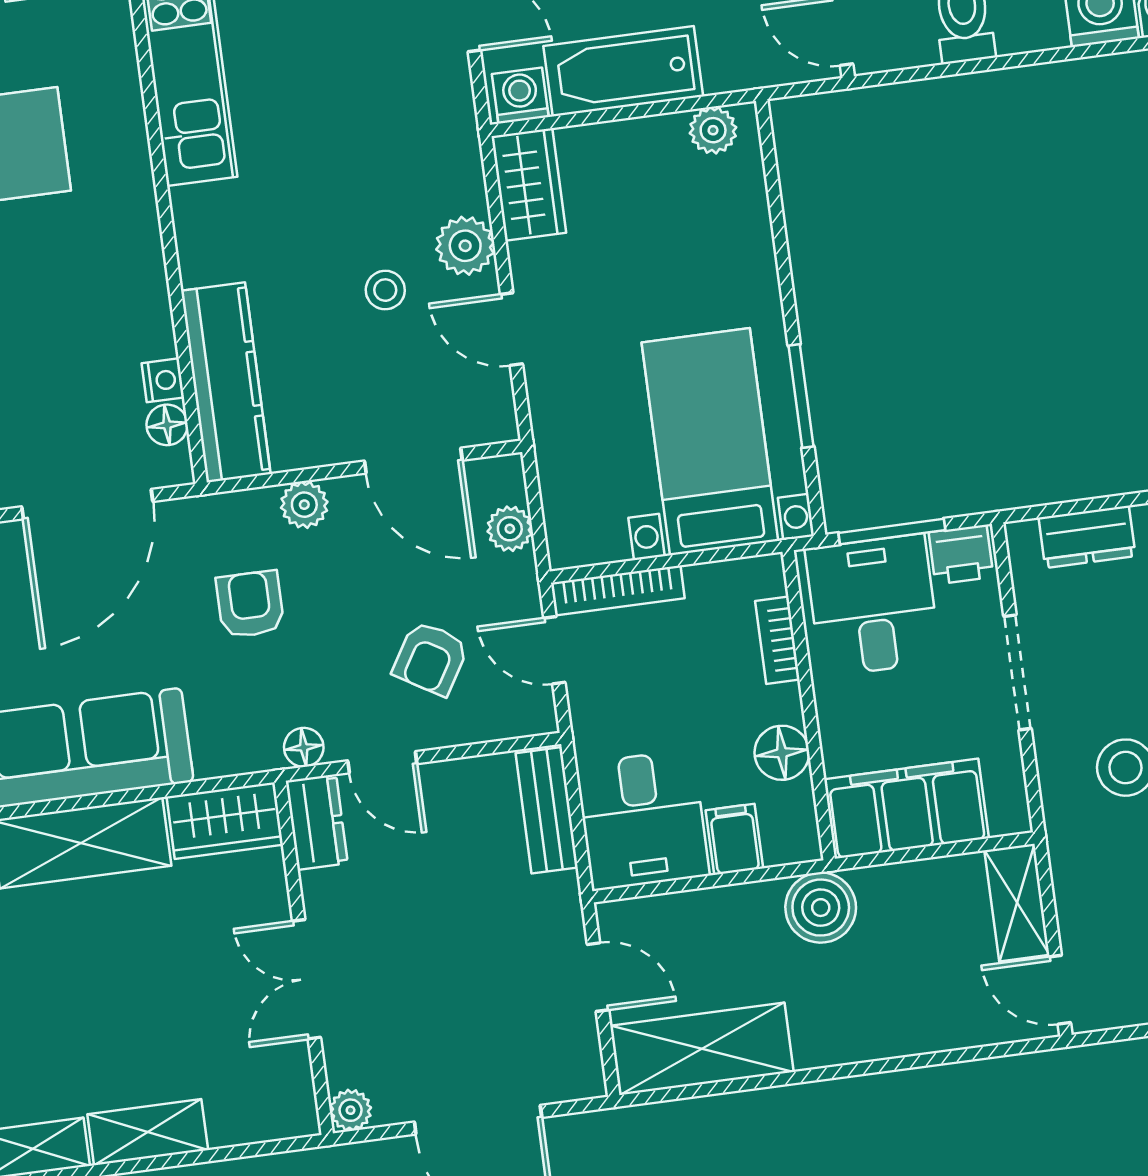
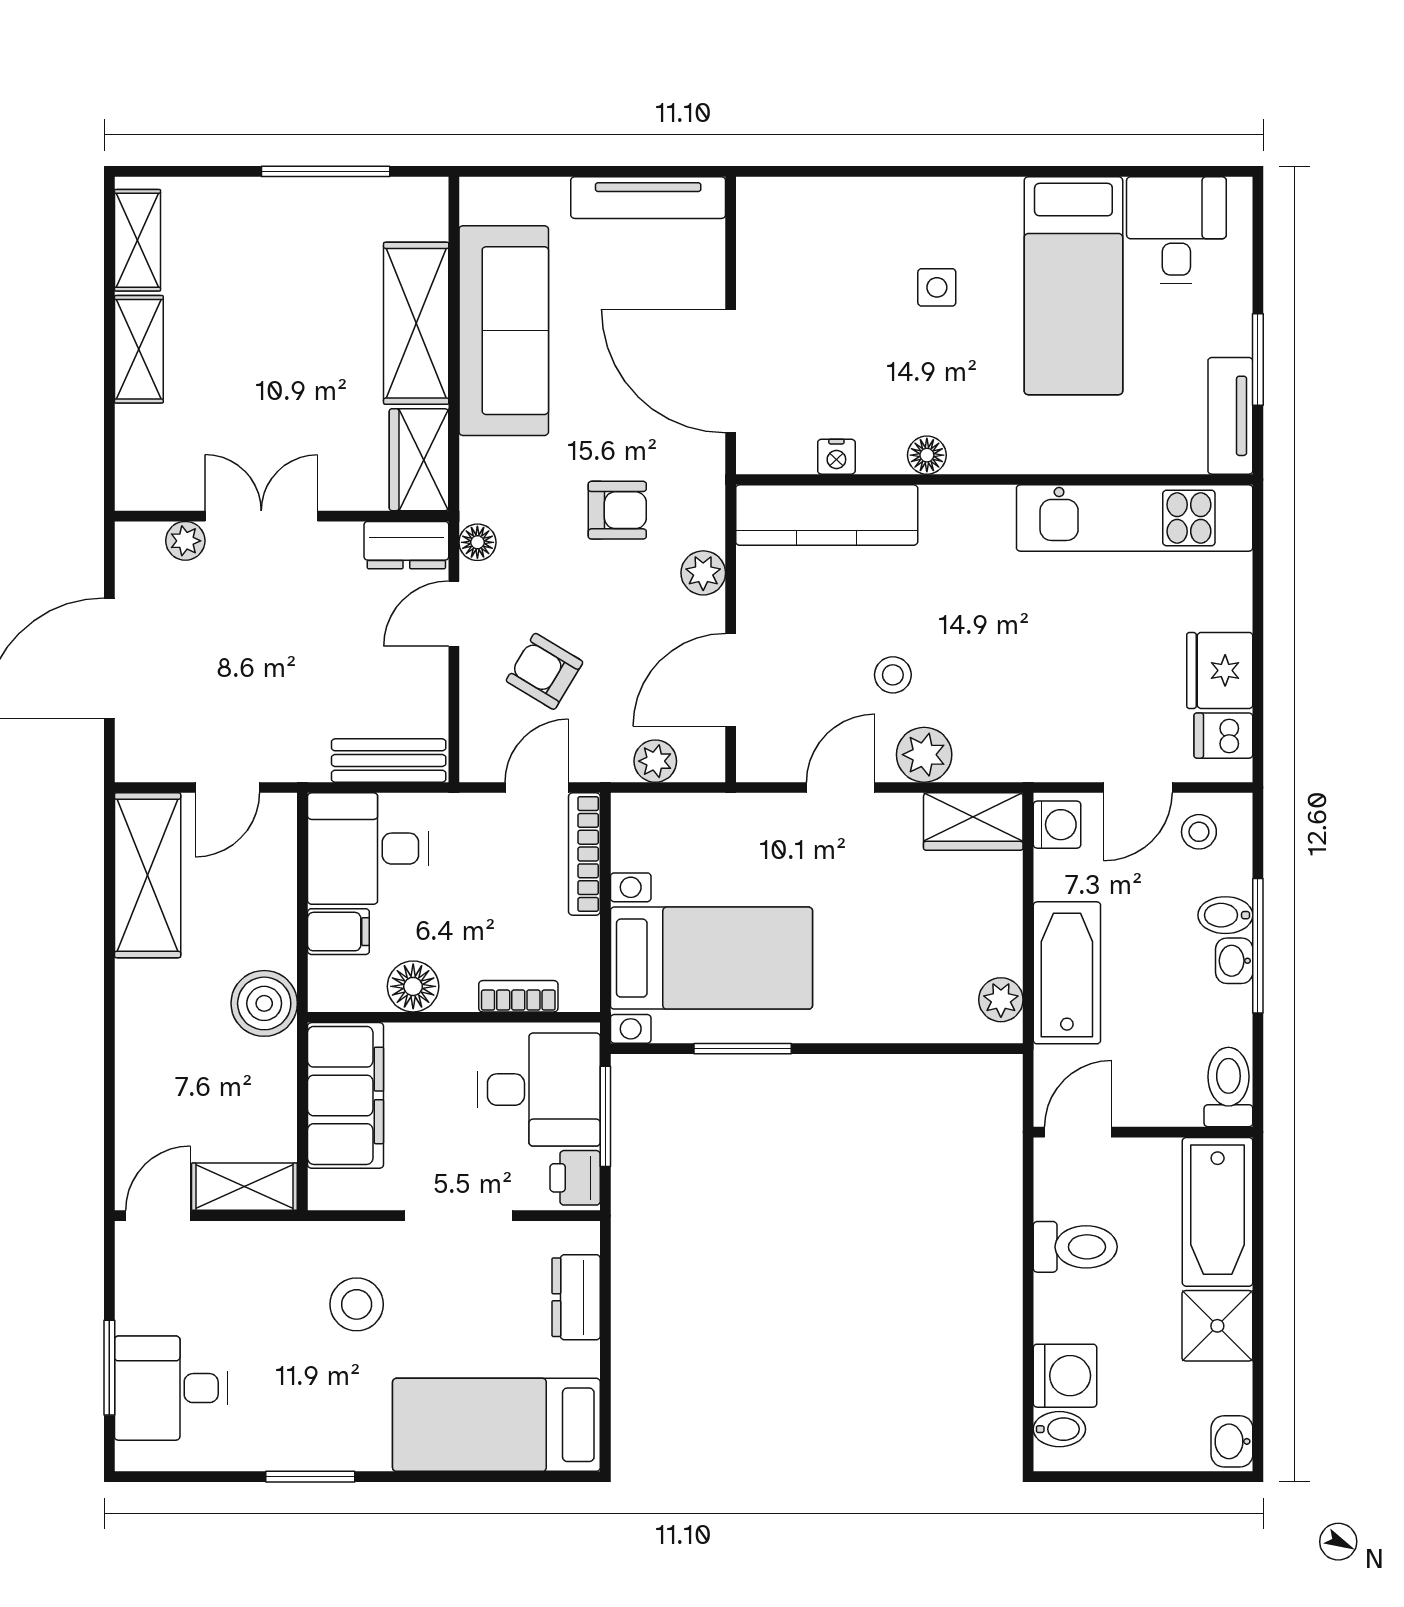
bathtub: (623, 71) -> (1067, 973), moved
floor lamp: (167, 425) -> (927, 455), moved
plant: (351, 1110) -> (185, 541), moved

